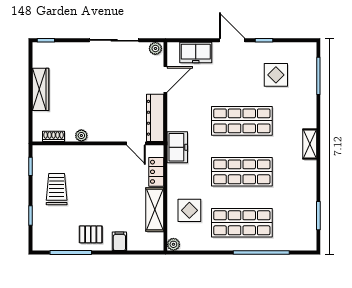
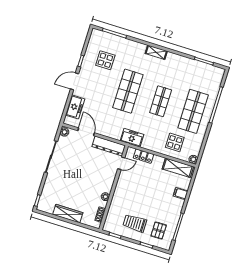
shop shelf: (242, 172) -> (161, 101), width x0.70, depth x0.74
shelving: (155, 210) -> (178, 168), moved
pallet: (91, 234) -> (159, 231), moved

